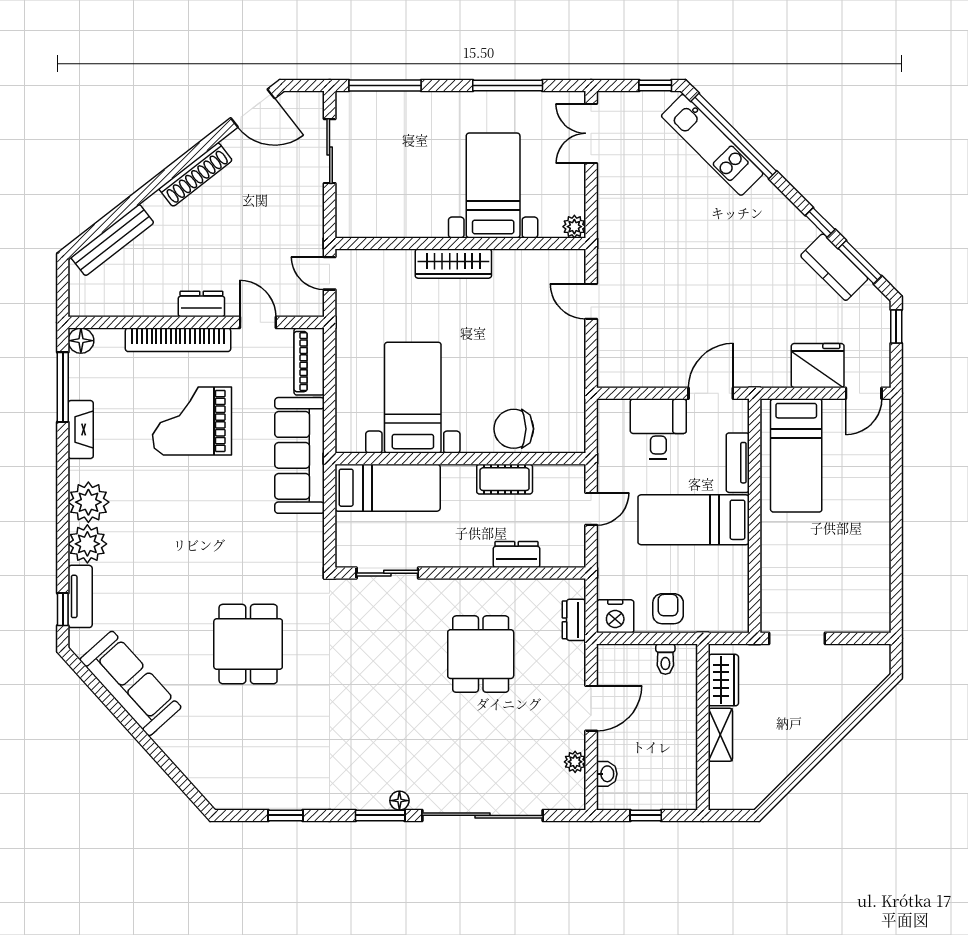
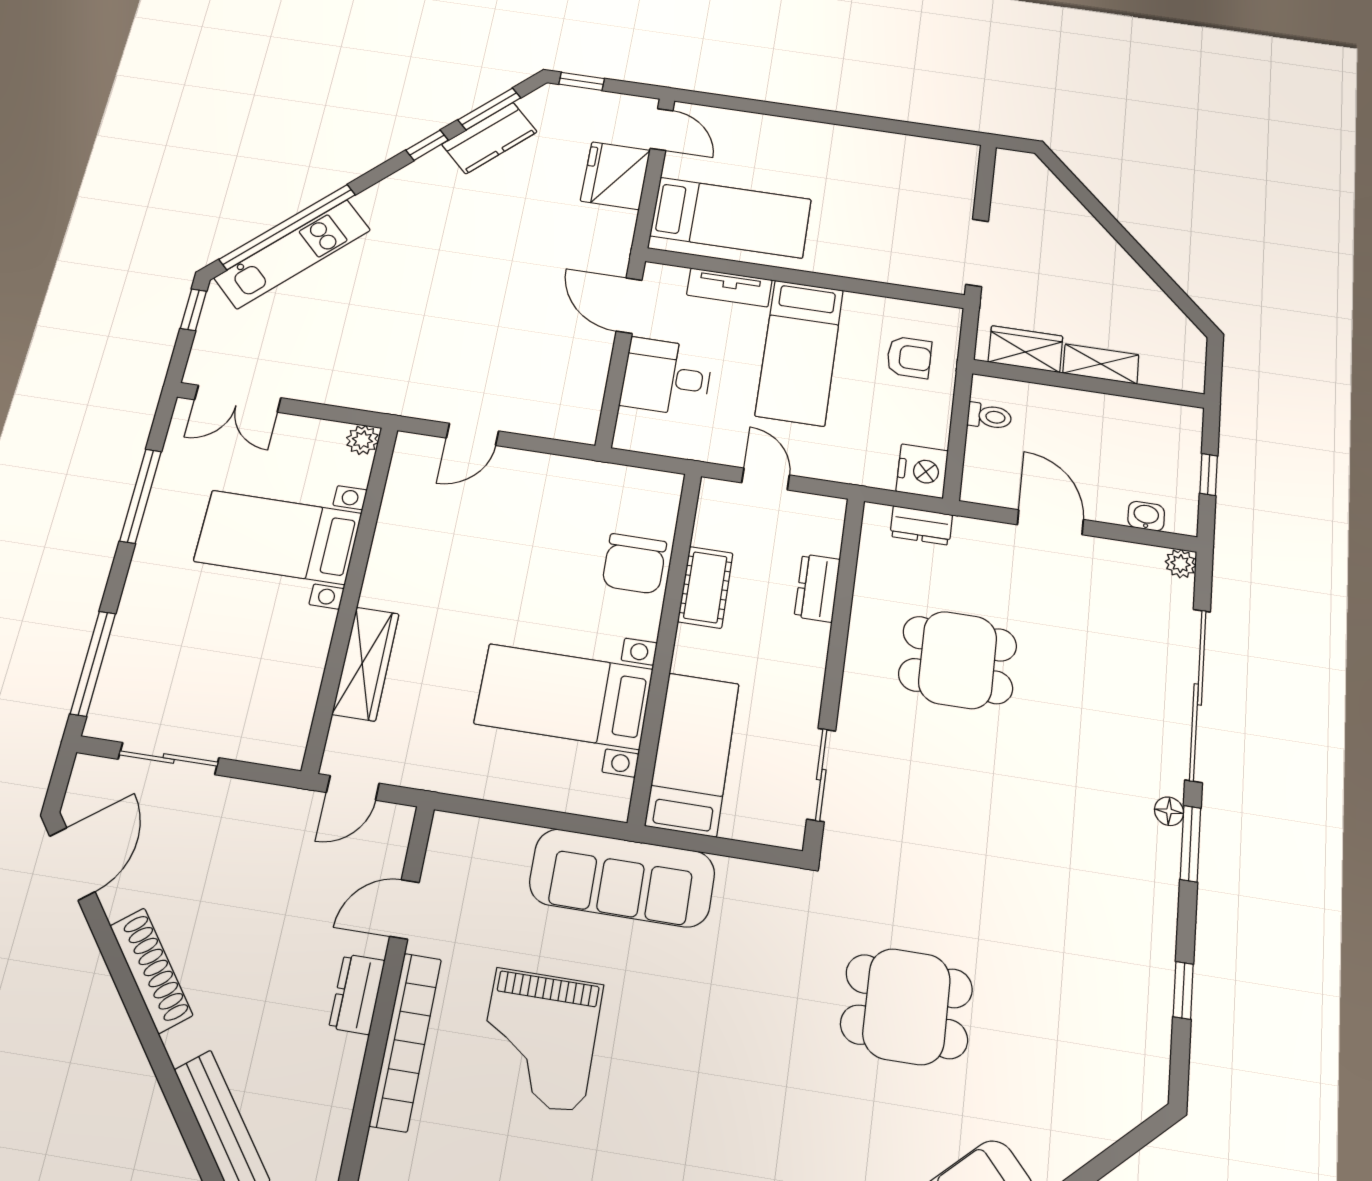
wardrobe: (453, 264) -> (366, 664), moved
piano: (309, 362) -> (481, 840), removed
armchair: (668, 609) -> (909, 357), moved, turned 180
plant: (575, 762) -> (1181, 564), moved

